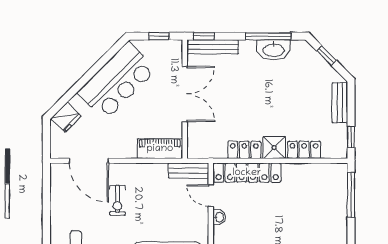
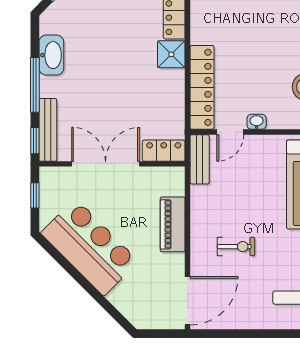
window: (268, 36) -> (35, 85), moved
fridge: (66, 117) -> (134, 310), removed
piano: (160, 149) -> (173, 224), moved
locker: (244, 150) -> (164, 151), moved, turned 90
door: (89, 161) -> (188, 301), moved

